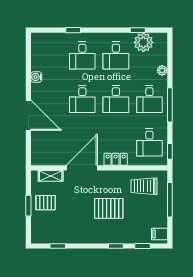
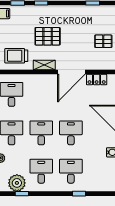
locker: (116, 159) -> (97, 80), moved
shelving: (51, 176) -> (44, 65), moved
trolley: (144, 186) -> (16, 56), turned 180

